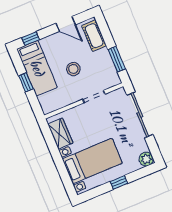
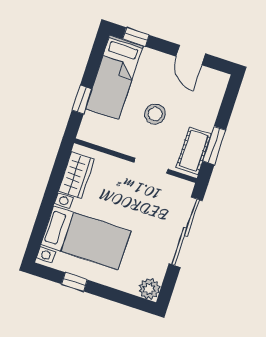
cot: (94, 36) -> (194, 150), moved
window: (26, 82) -> (82, 100), moved
window: (119, 182) -> (74, 282), moved

